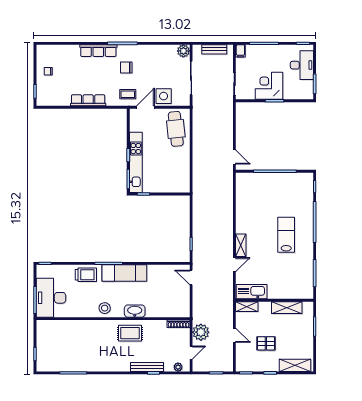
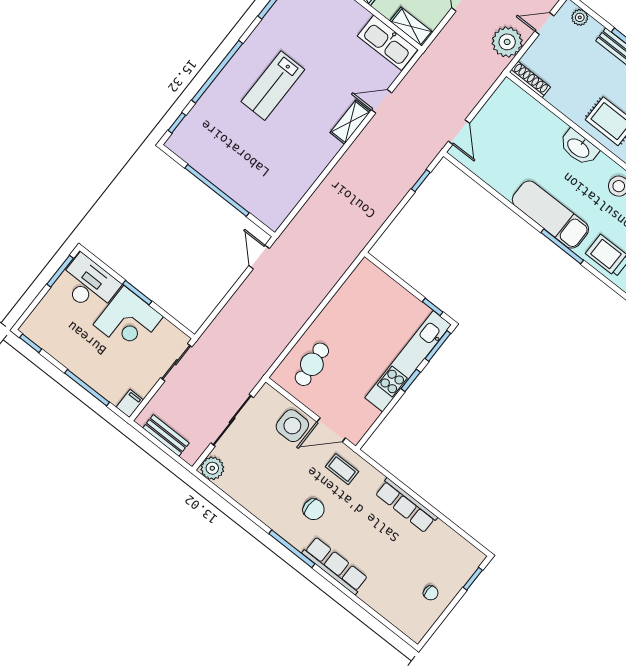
desk: (302, 65) -> (89, 284), moved, turned 90
cafe table: (176, 129) -> (312, 364), width x0.73, depth x0.74

